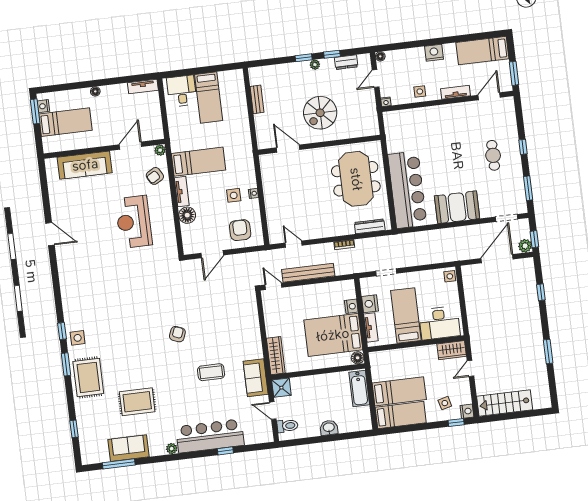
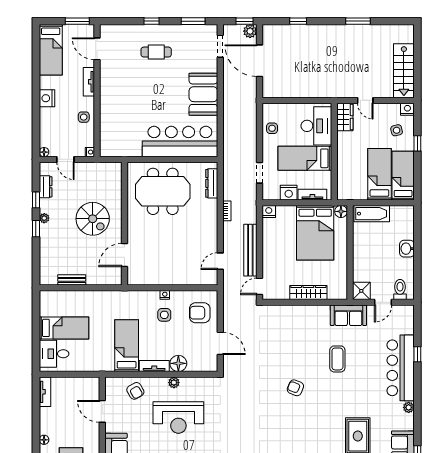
plant: (160, 150) -> (174, 383), moved
side table: (450, 276) -> (272, 128), moved
nightstand: (351, 306) -> (269, 211), moved
wardrobe: (276, 356) -> (308, 292), moved
window: (456, 423) -> (417, 143), moved

